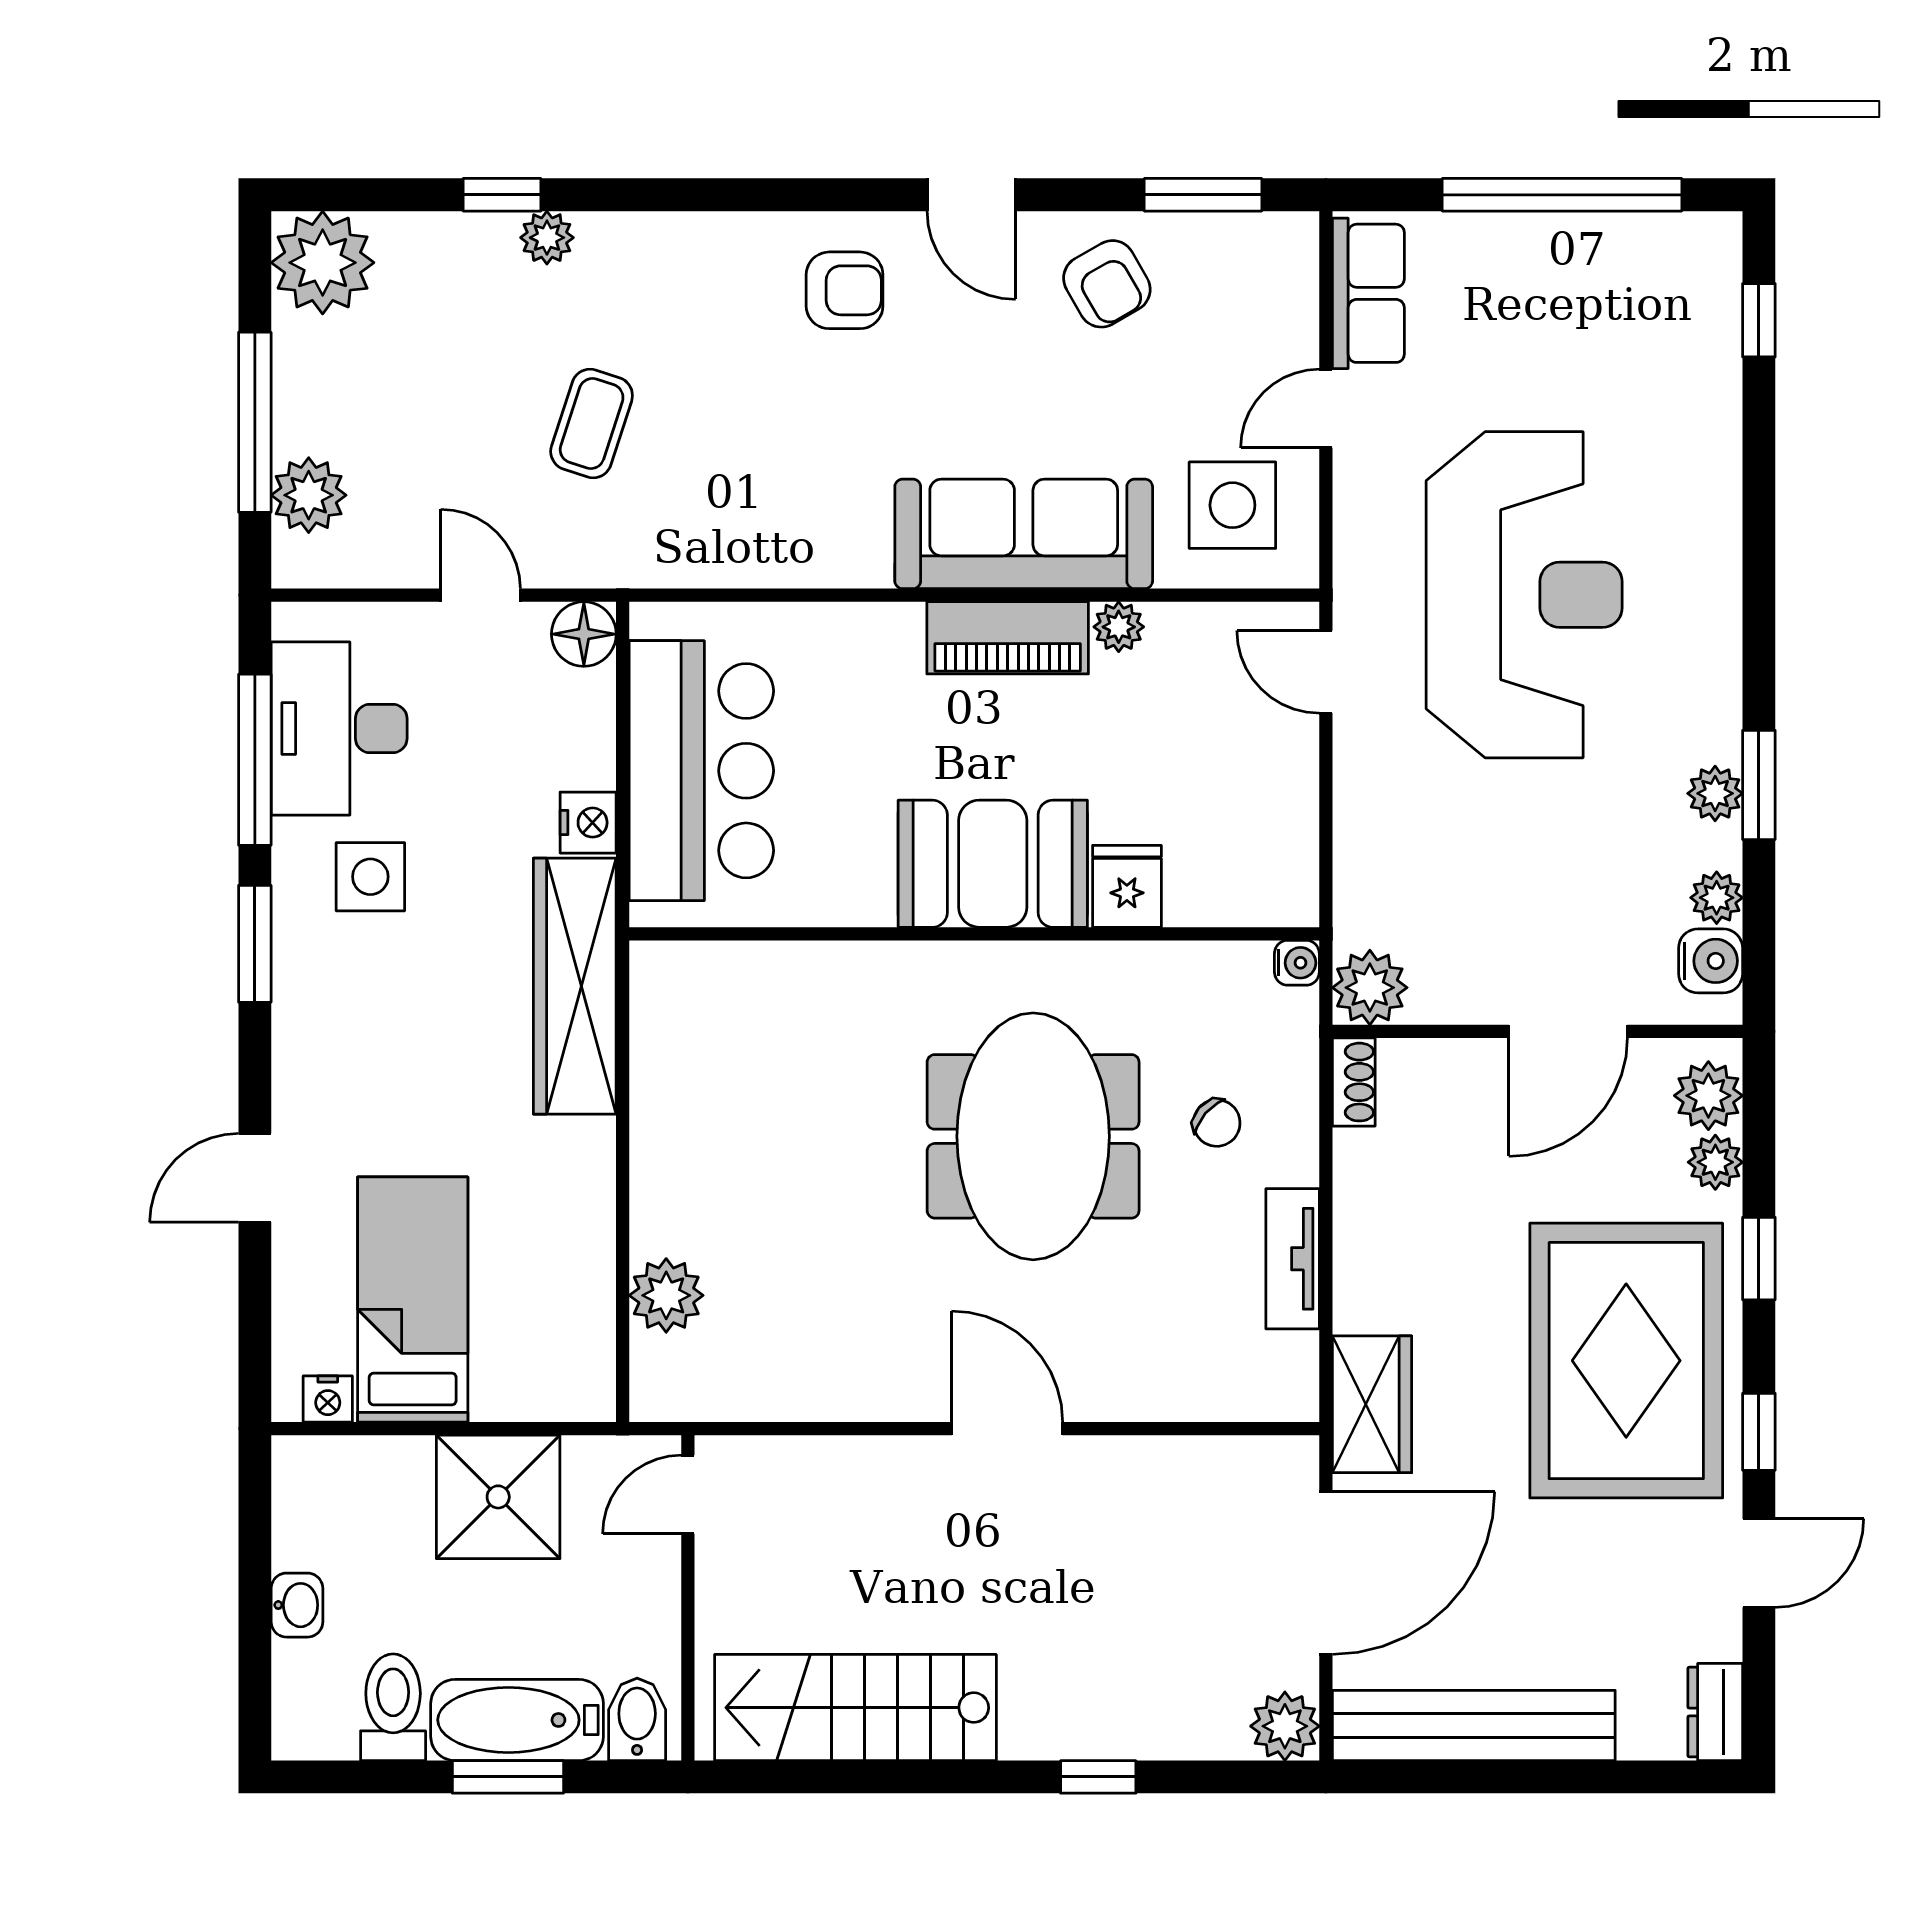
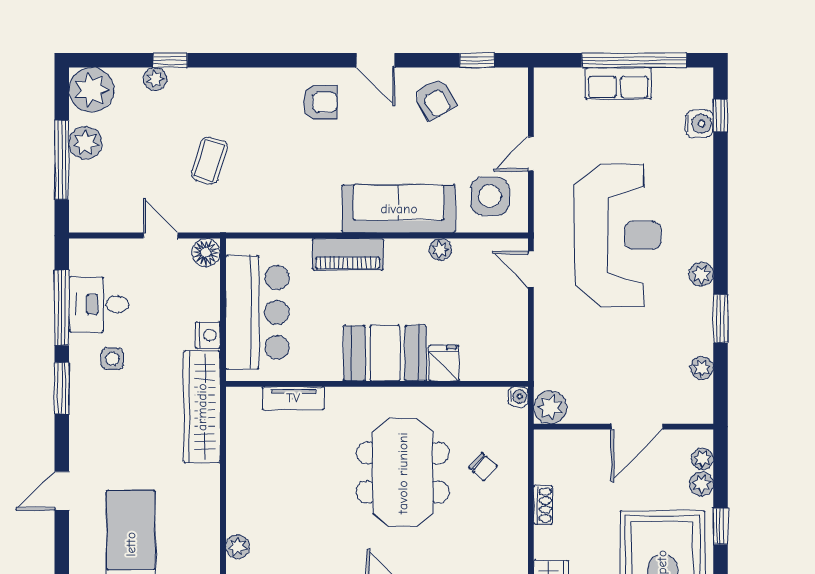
window: (1203, 195) -> (477, 60), width x0.67
plant: (547, 238) -> (155, 79), moved
row of seats: (1368, 293) -> (618, 83), moved, turned 90
plant: (309, 495) -> (85, 143), moved
piano: (1008, 638) -> (348, 254), moved
desk: (339, 729) -> (99, 304), width x0.73
plant: (1715, 793) -> (701, 274), moved
side table: (370, 877) -> (112, 359), width x0.73, depth x0.73
water cooler: (1711, 961) -> (699, 124), moved
shoe rack: (1354, 1082) -> (543, 505), moved
plant: (1708, 1096) -> (702, 459), width x0.73, depth x0.73
tv unit: (1293, 1259) -> (293, 398), moved, turned -90
plant: (666, 1295) -> (238, 547), width x0.73, depth x0.73

